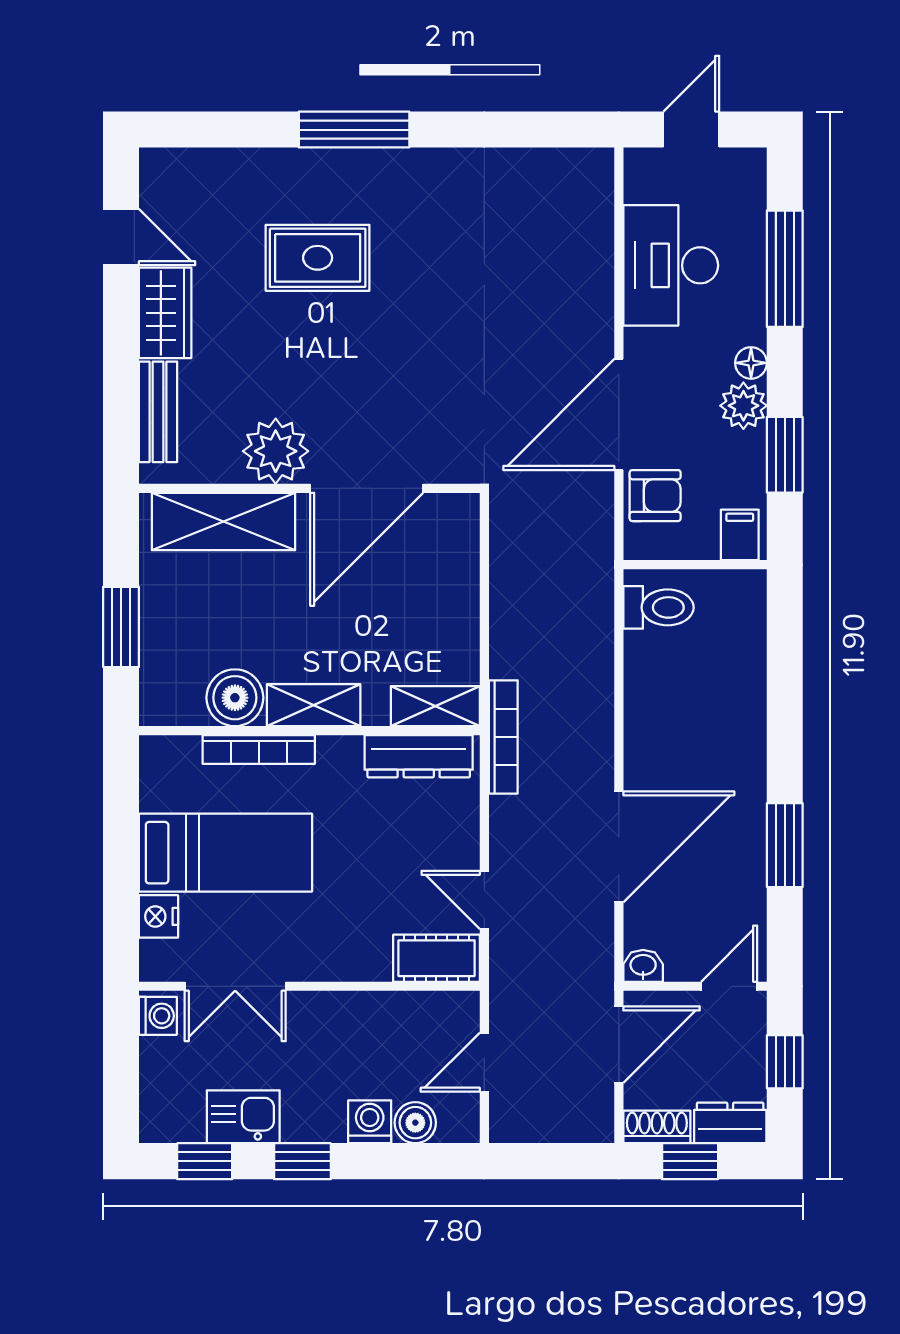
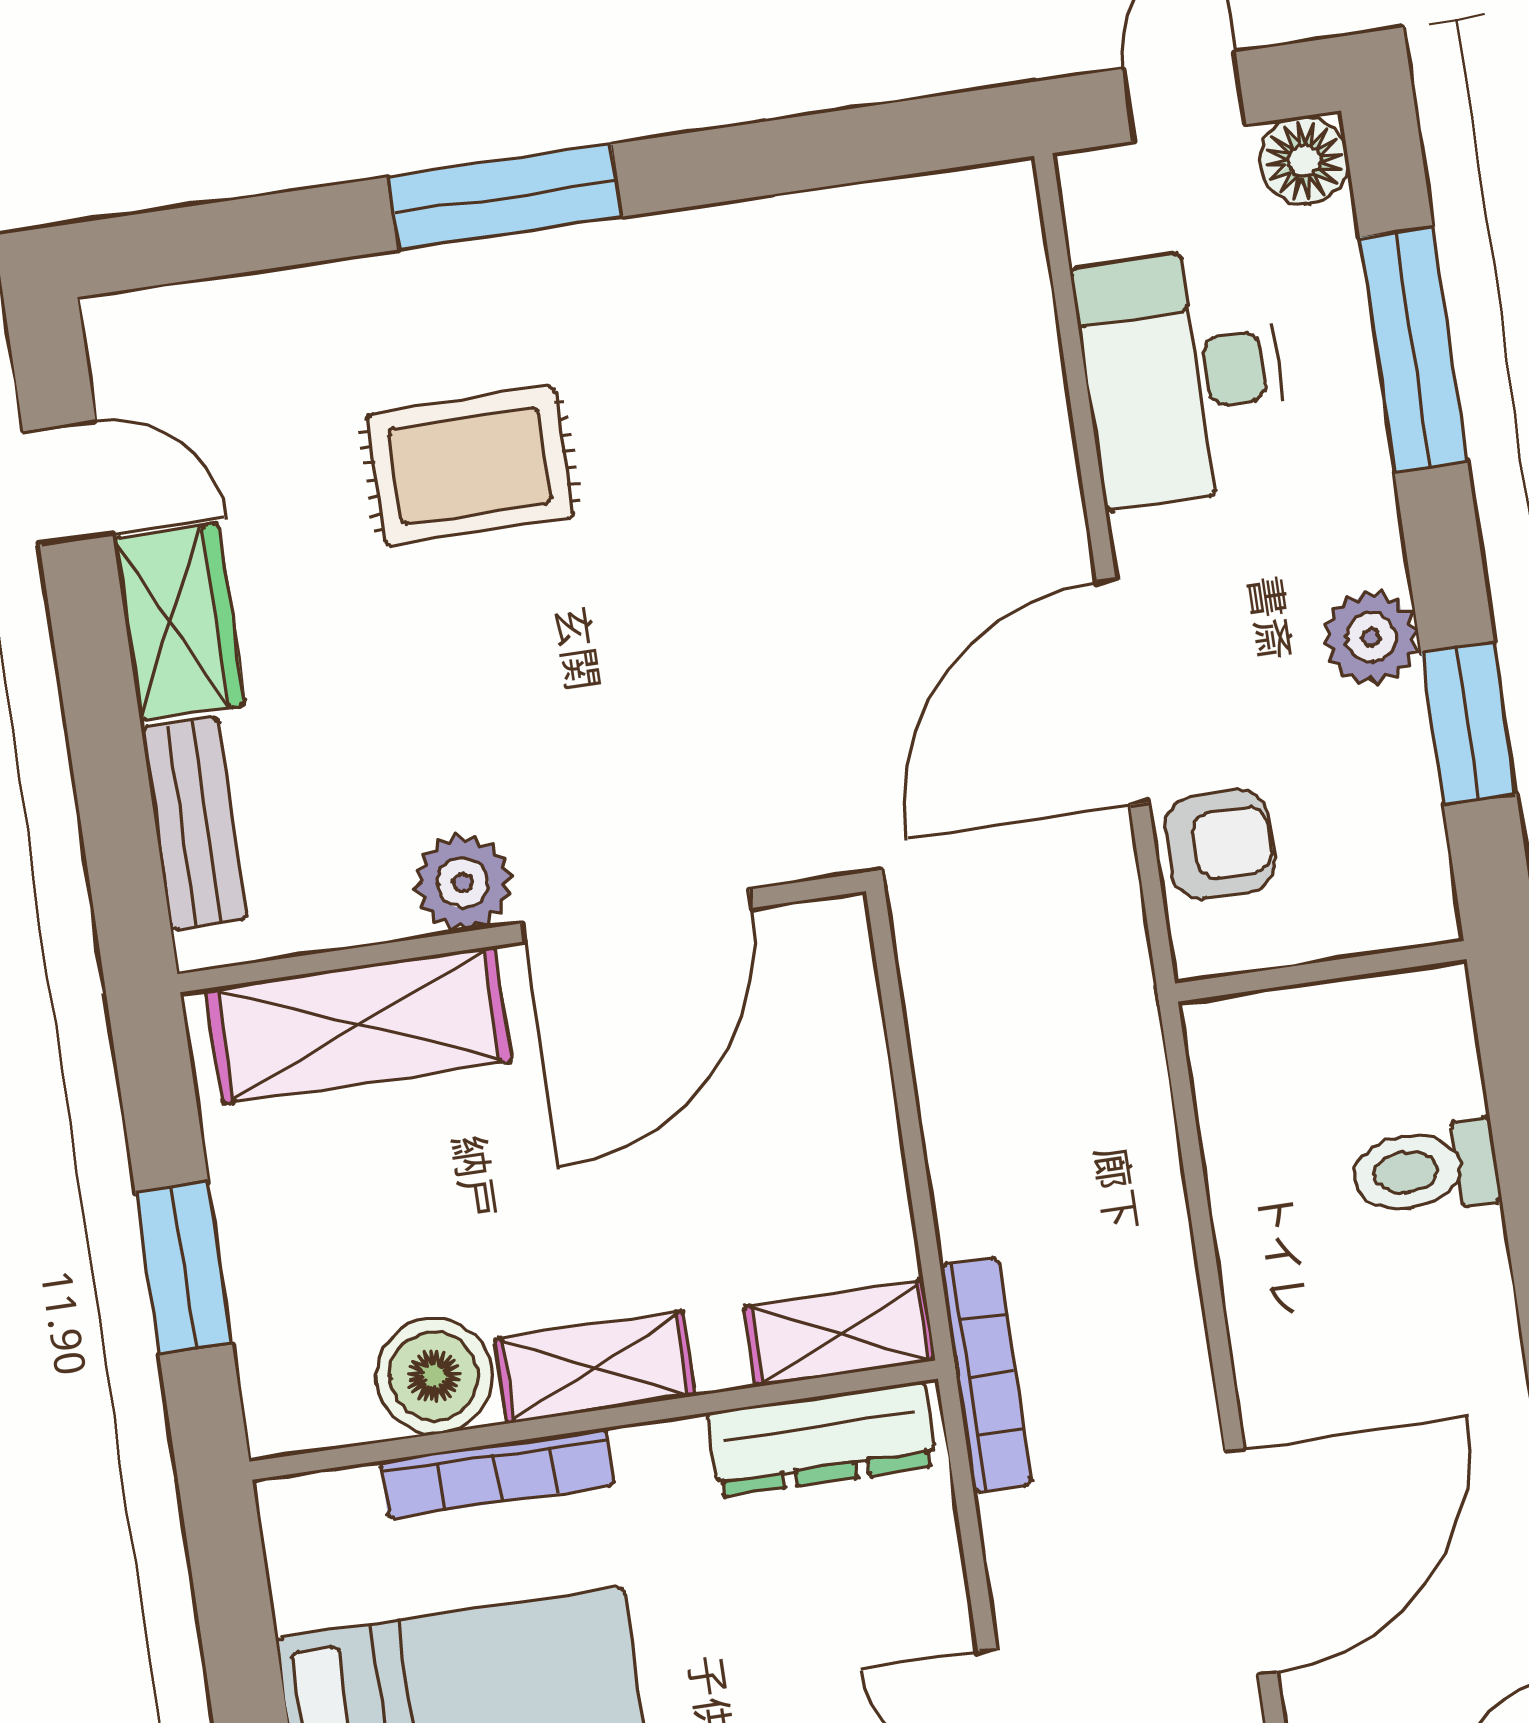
floor lamp: (751, 363) -> (1304, 161), moved, width x1.37, depth x1.37
plant: (276, 451) -> (463, 883), width x0.73, depth x0.73
filing cabinet: (740, 535) -> (1402, 898), removed
toilet: (658, 607) -> (1425, 1169), moved, turned 180

